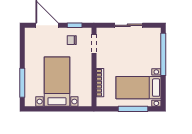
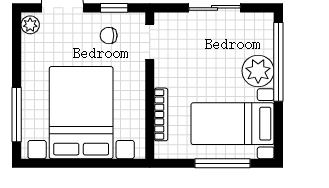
plant: (30, 34) -> (30, 25), added
plant: (152, 59) -> (258, 71), added
bed with nightstands: (57, 82) -> (81, 113), width x1.36

